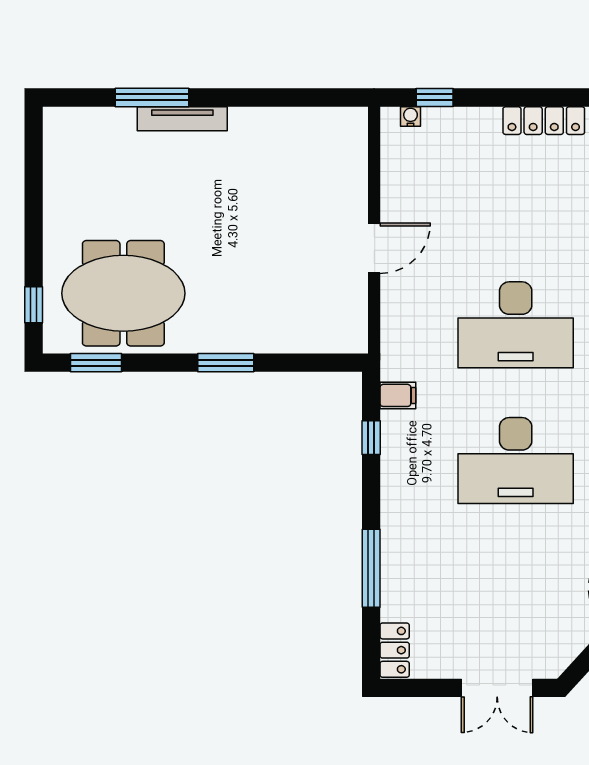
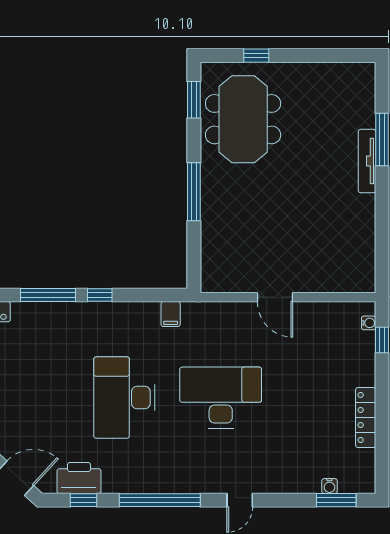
window: (34, 305) -> (256, 56), moved
desk: (516, 325) -> (221, 398), turned 90
window: (226, 363) -> (194, 192), width x1.44
window: (371, 438) -> (100, 295), moved

